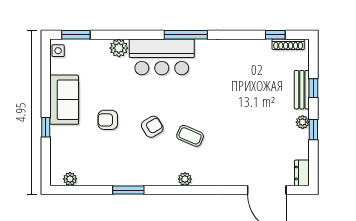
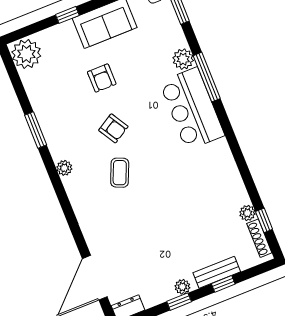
window: (186, 35) -> (207, 77), moved
plant: (264, 46) -> (247, 213), added
armchair: (108, 120) -> (102, 78), turned 180
plant: (70, 179) -> (26, 54), width x1.88, depth x1.88
plant: (185, 179) -> (64, 168), moved

